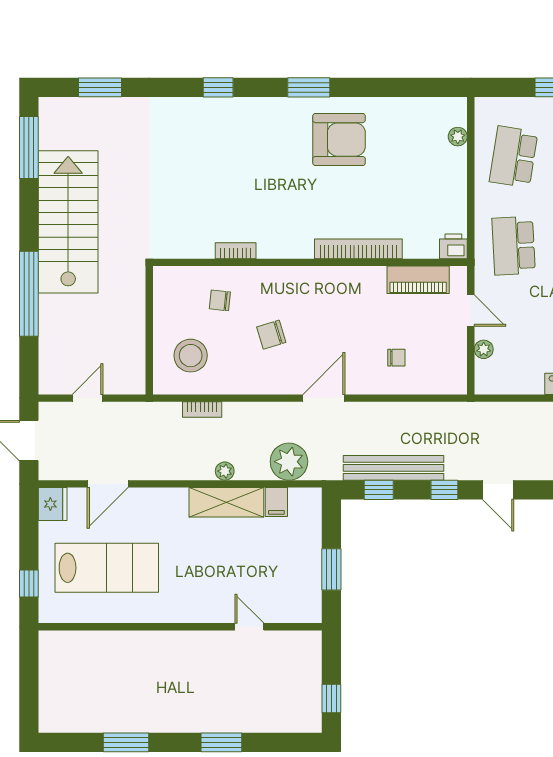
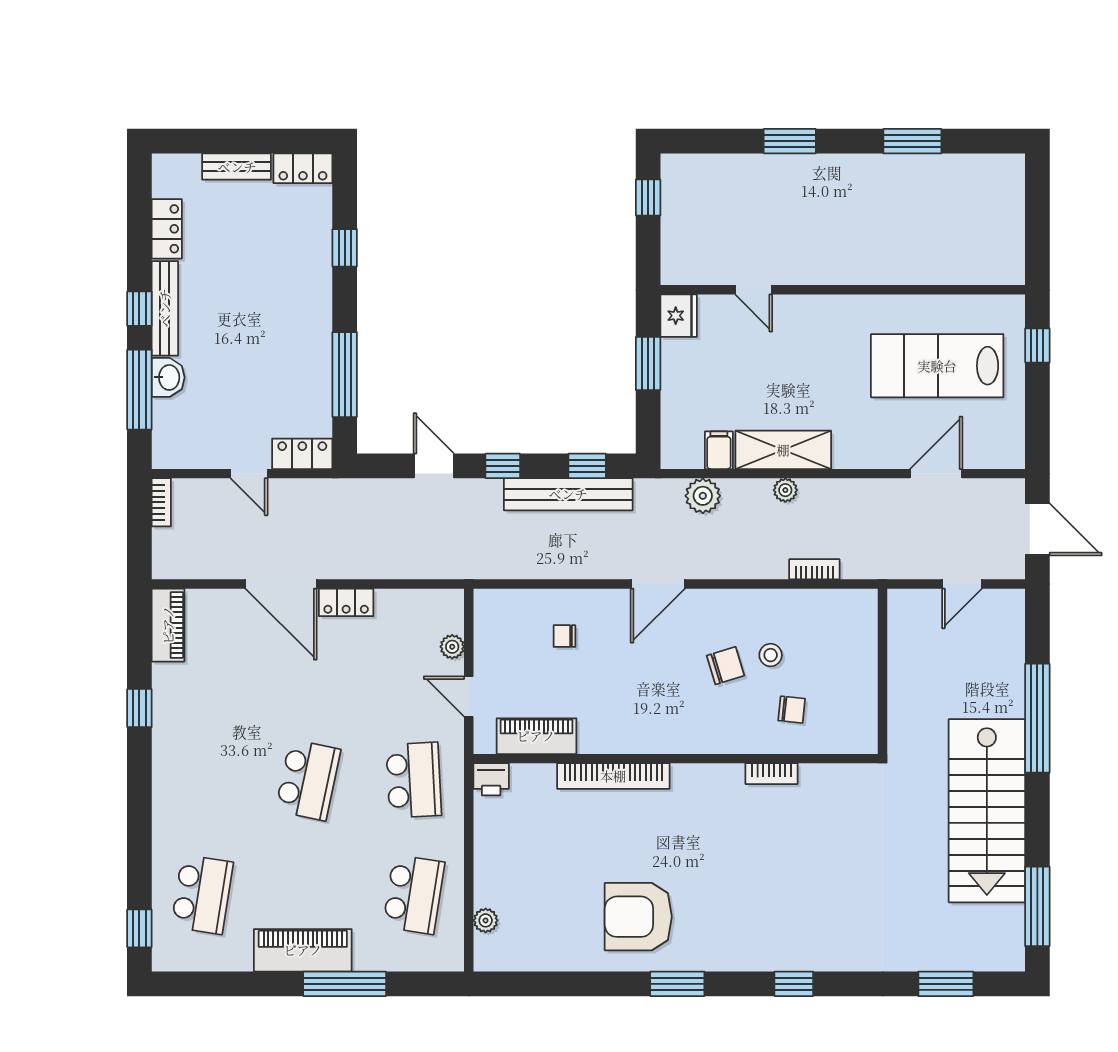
stool: (191, 356) -> (771, 655), moved, width x0.53, depth x0.53
plant: (289, 462) -> (703, 496), width x0.73, depth x0.73
fridge: (53, 504) -> (679, 316), moved, turned 180

